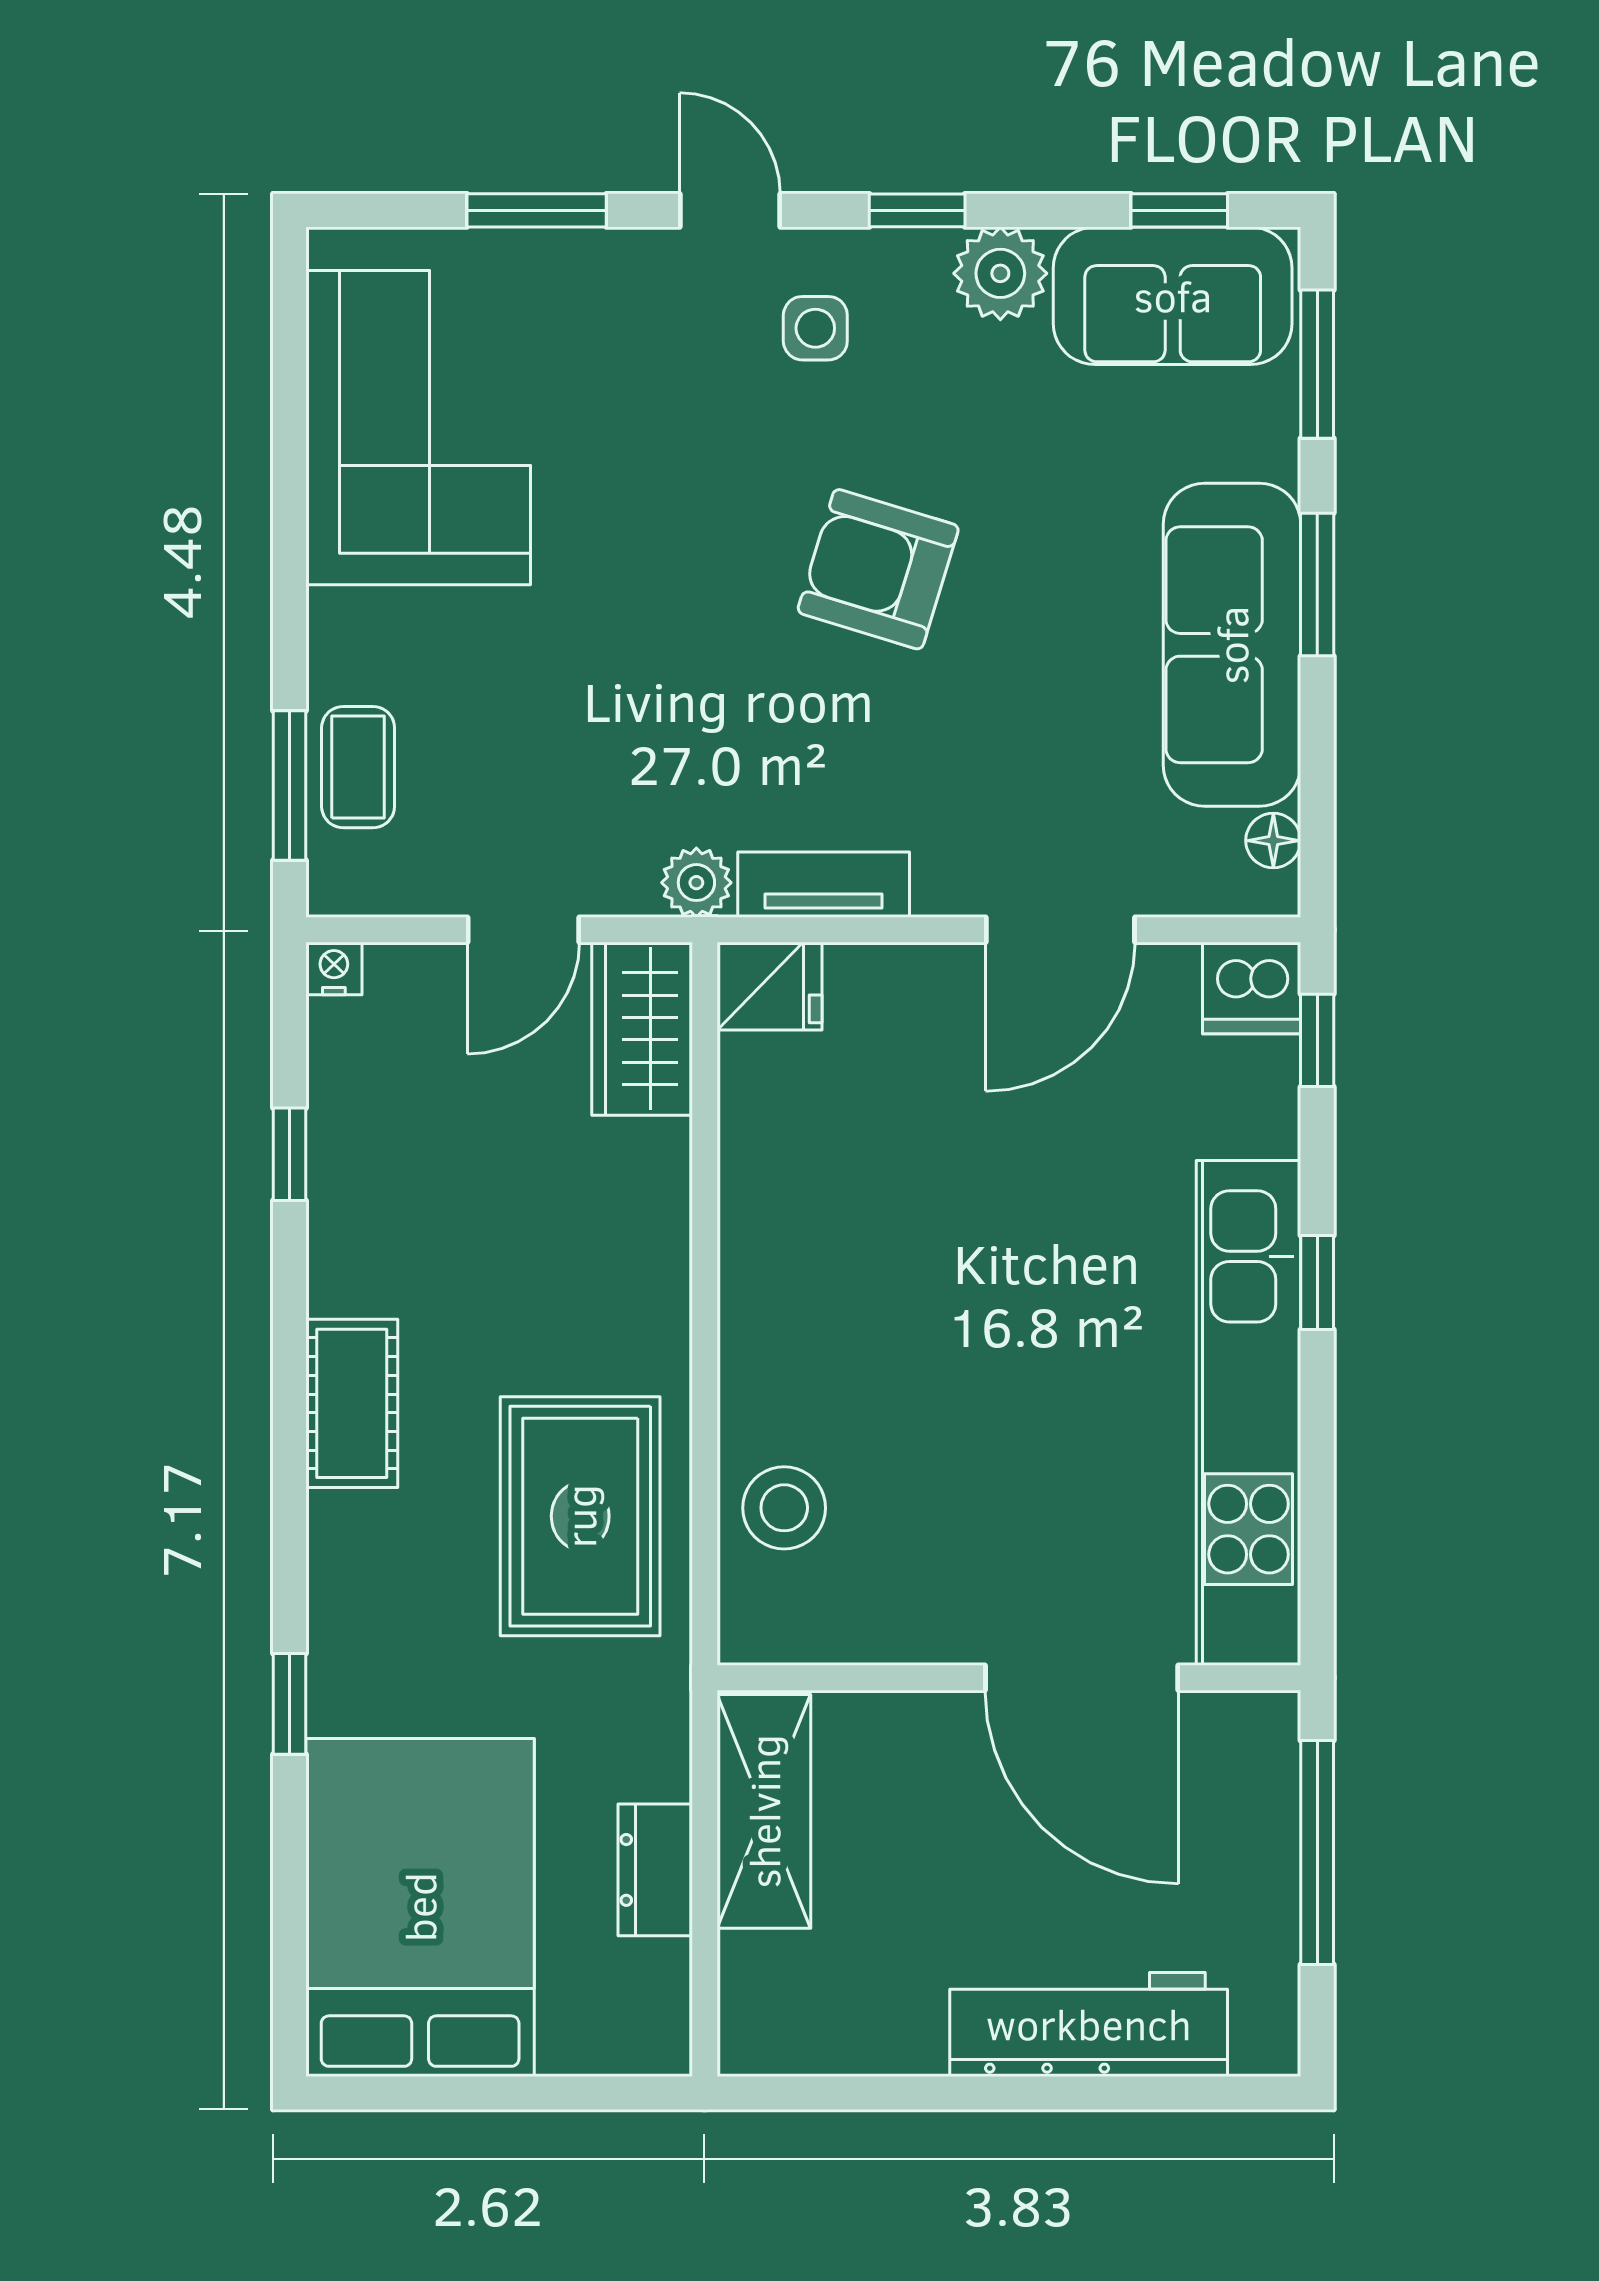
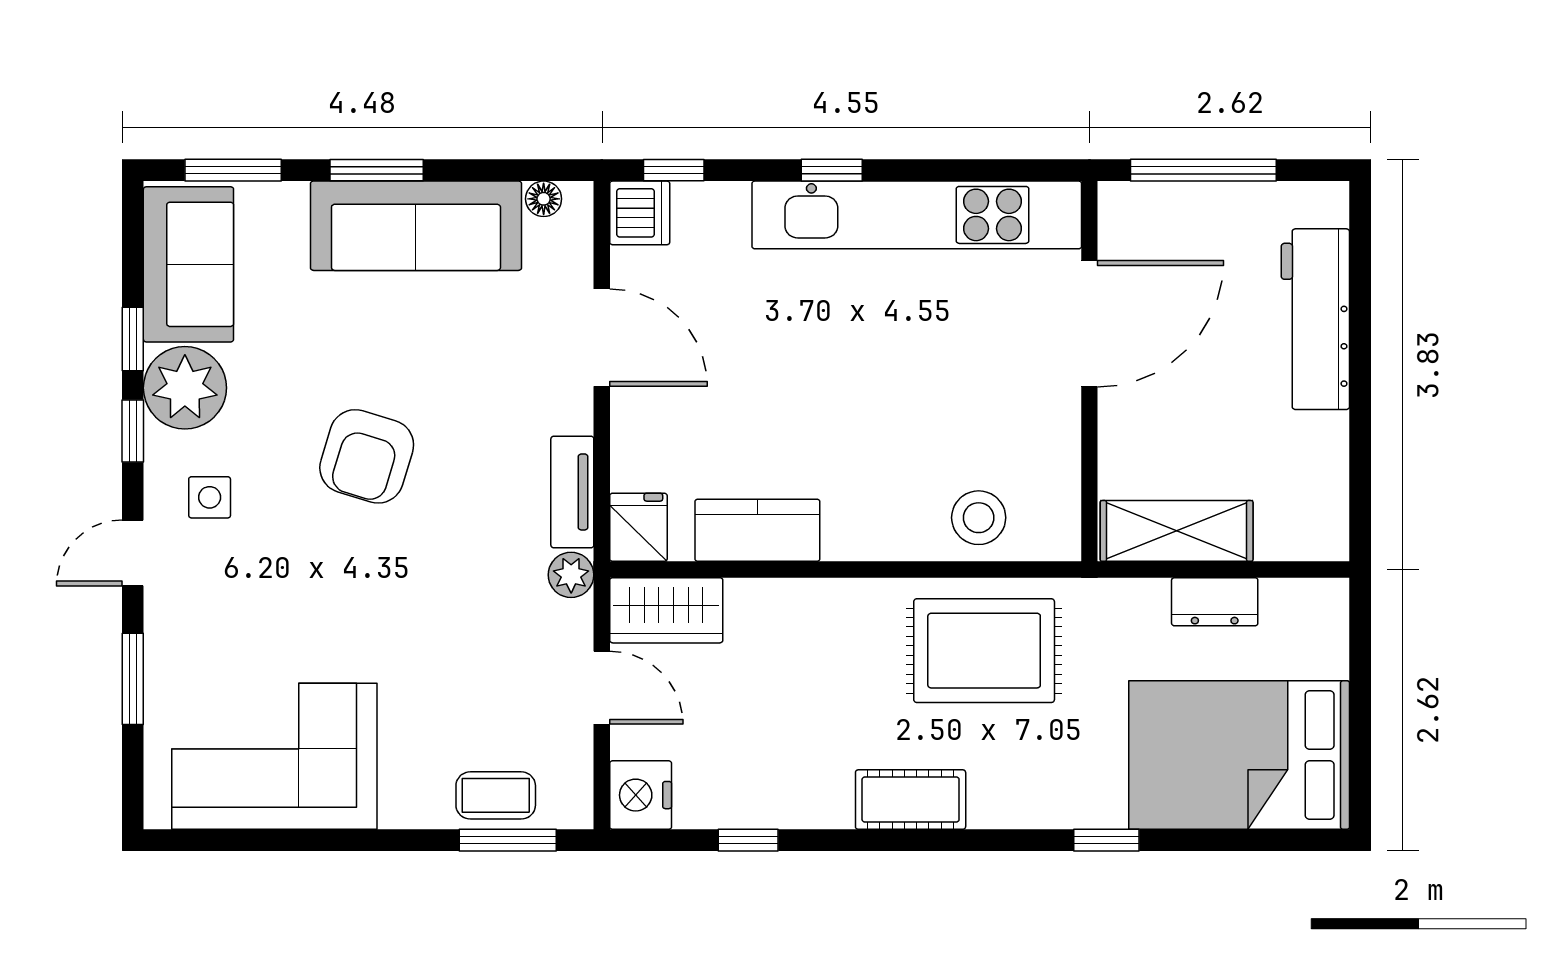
window: (1179, 210) -> (133, 339), moved
plant: (1000, 273) -> (185, 388), width x1.36, depth x1.36
nightstand: (334, 968) -> (641, 795), width x1.89, depth x1.79
kitchen counter: (765, 1168) -> (757, 530), added

